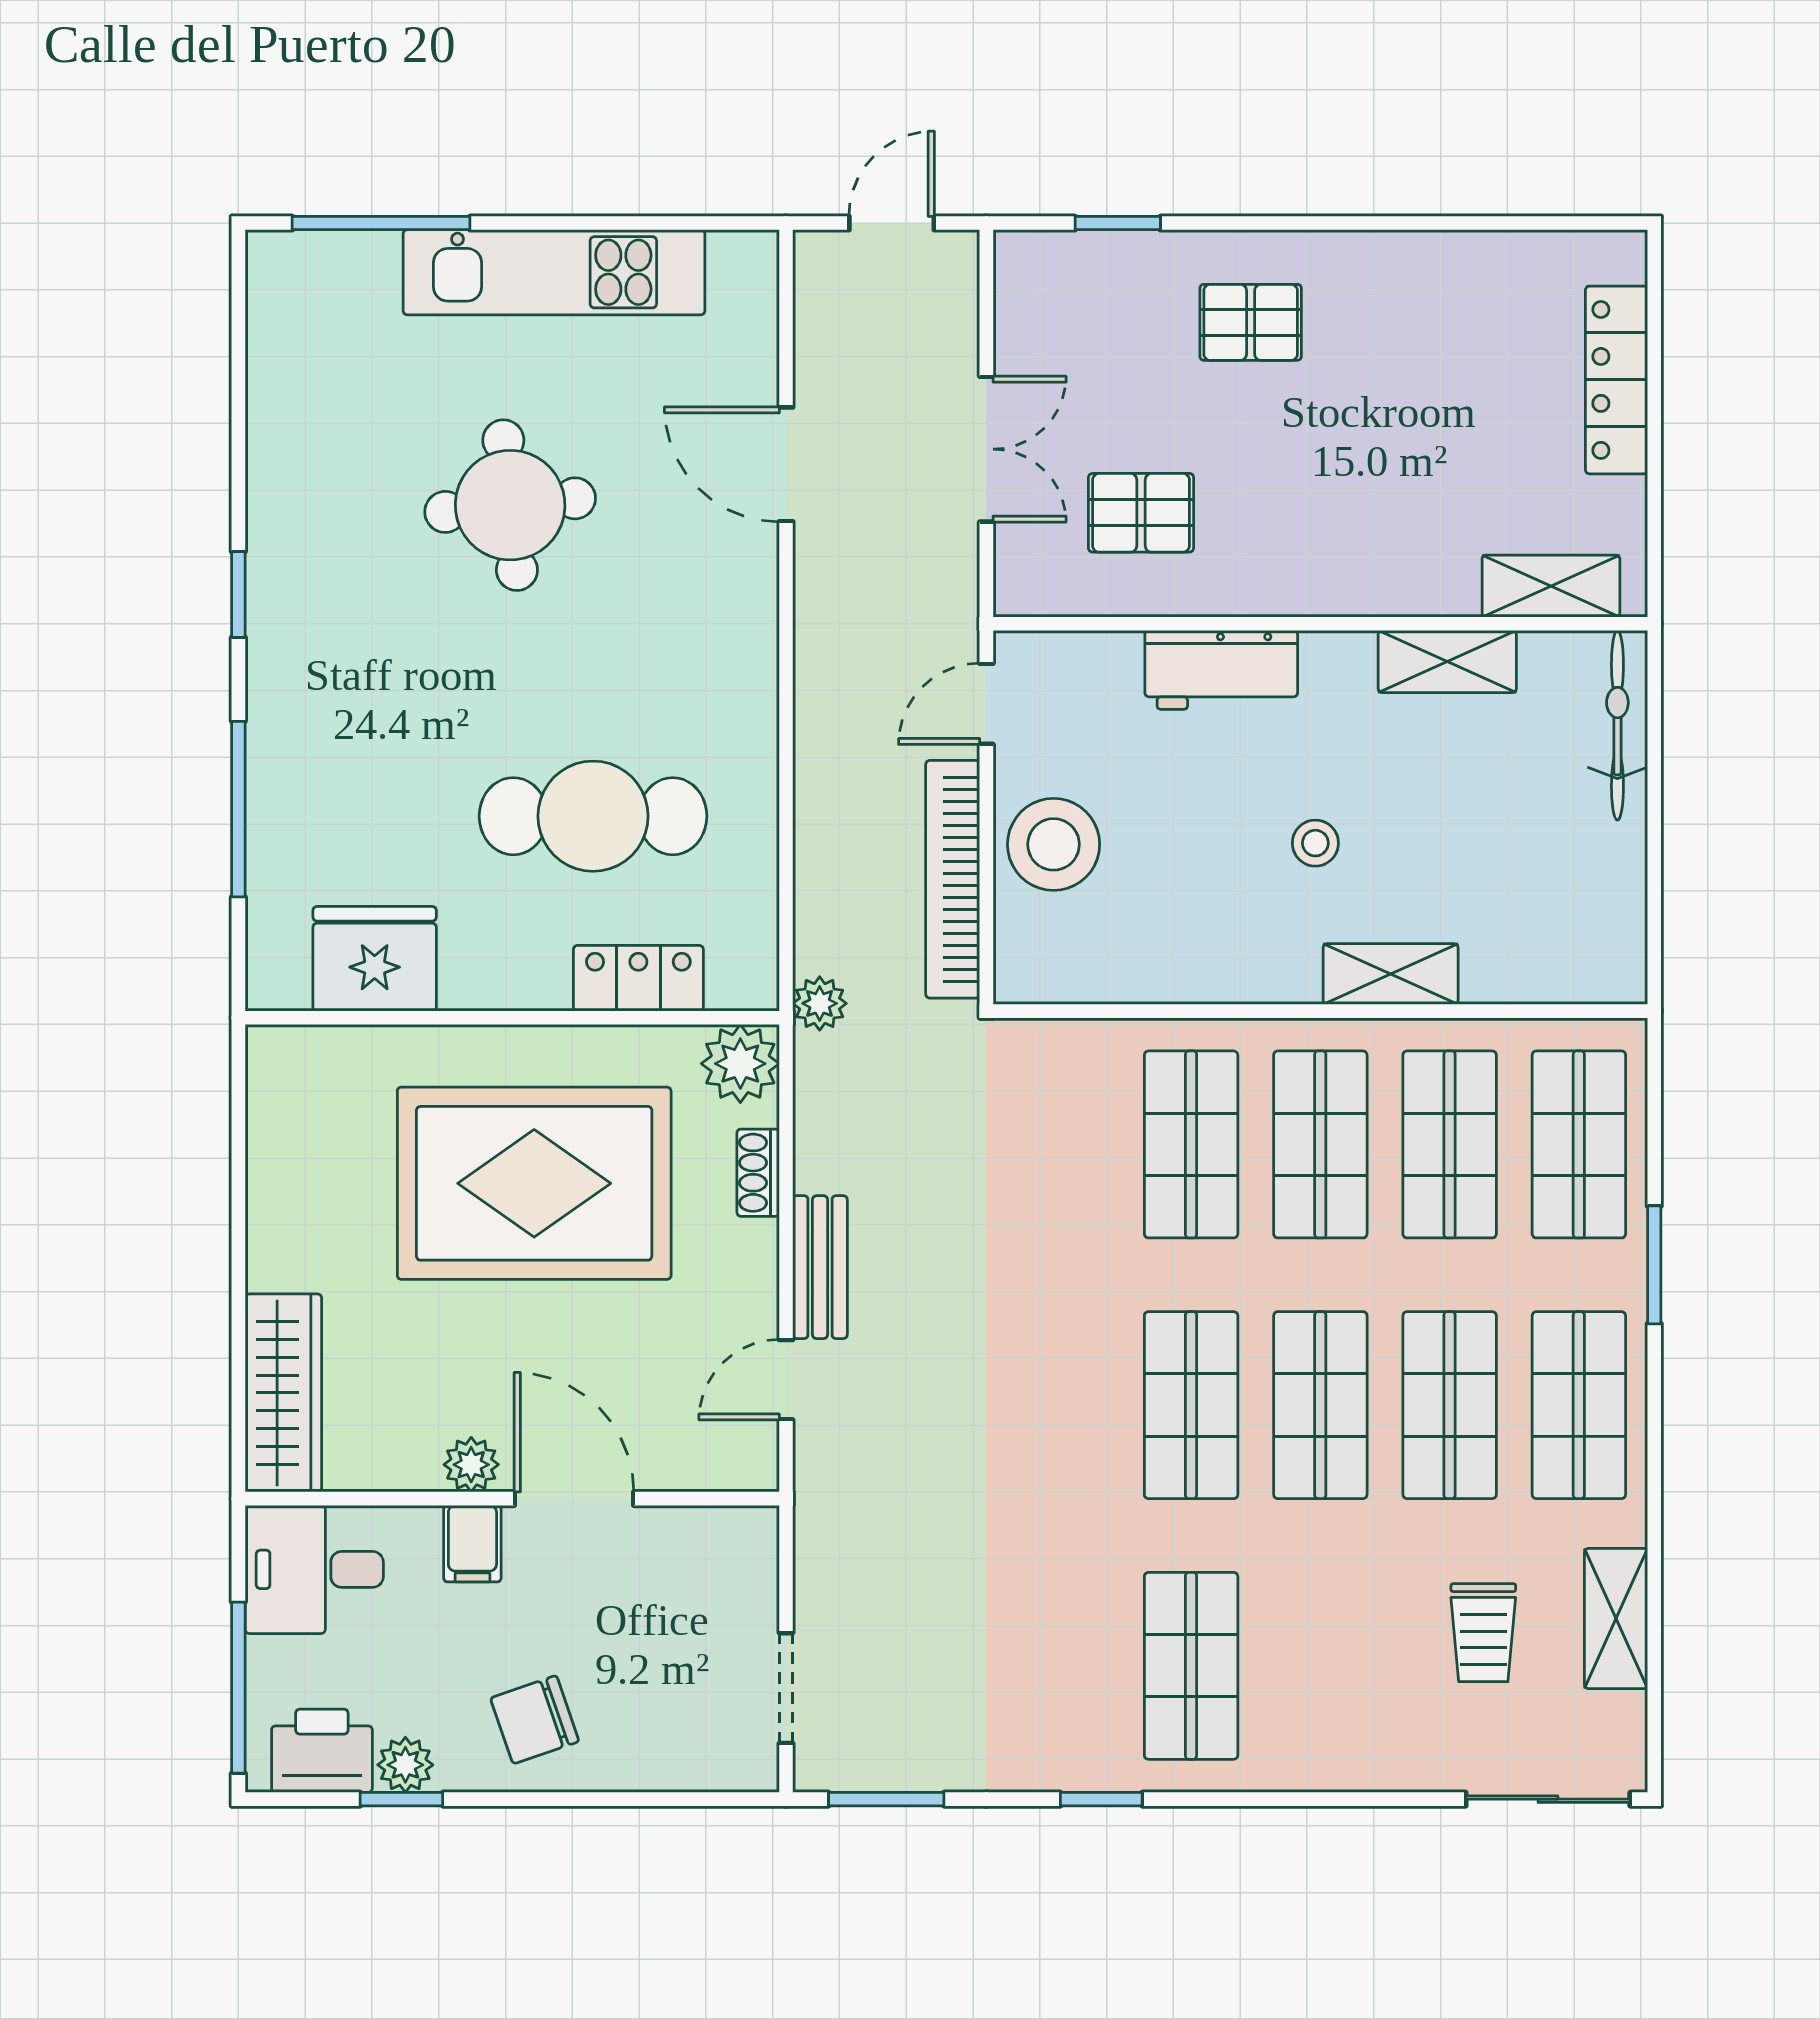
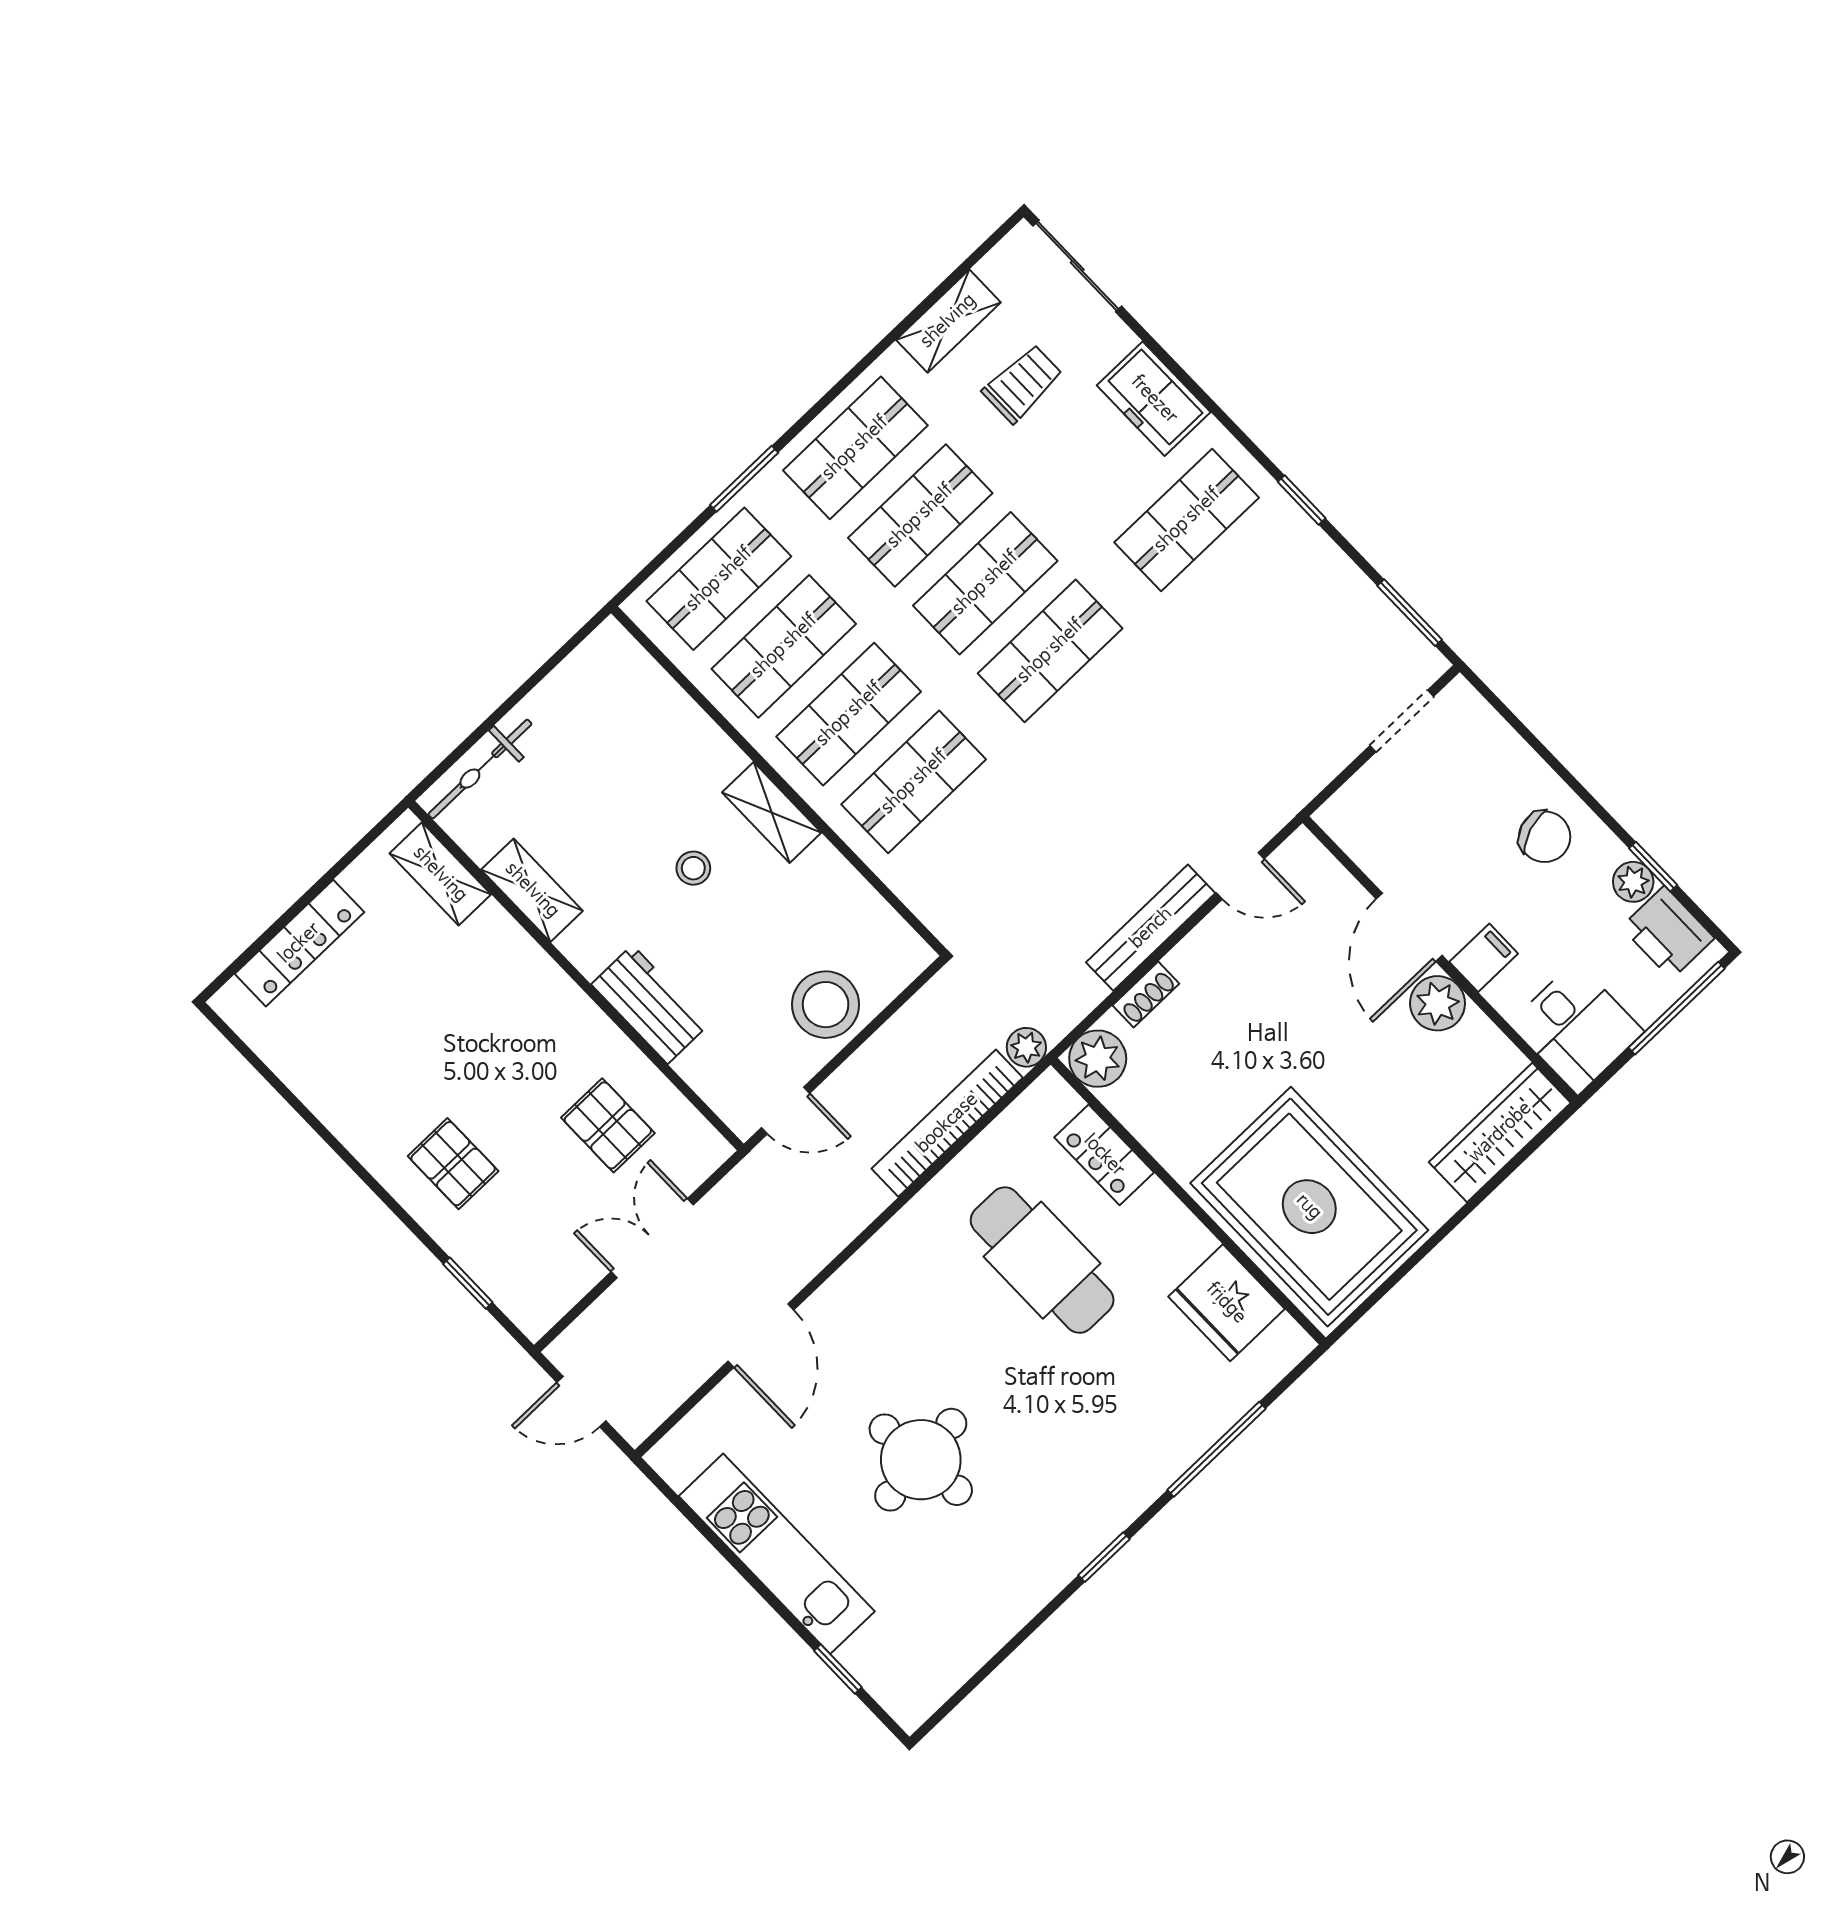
window: (381, 223) -> (838, 1669), width x0.46
bookcase: (953, 879) -> (947, 1123), moved, turned 180
shelving: (1391, 974) -> (772, 813), moved
rug: (534, 1183) -> (1309, 1207), moved
bench: (820, 1267) -> (1151, 928), width x1.36
plant: (471, 1465) -> (1437, 1003), width x1.38, depth x1.38
freezer: (1343, 1749) -> (1154, 399), added

